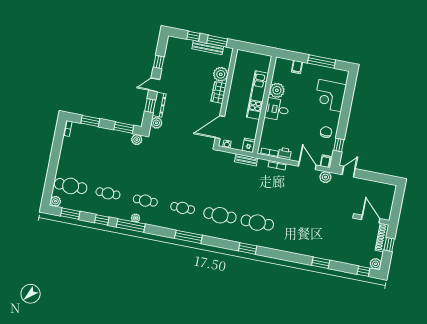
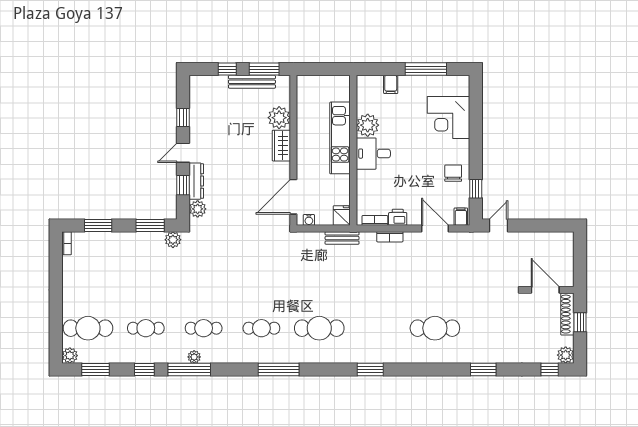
plant: (325, 177) -> (465, 240), removed
cafe table: (257, 223) -> (435, 328), moved

